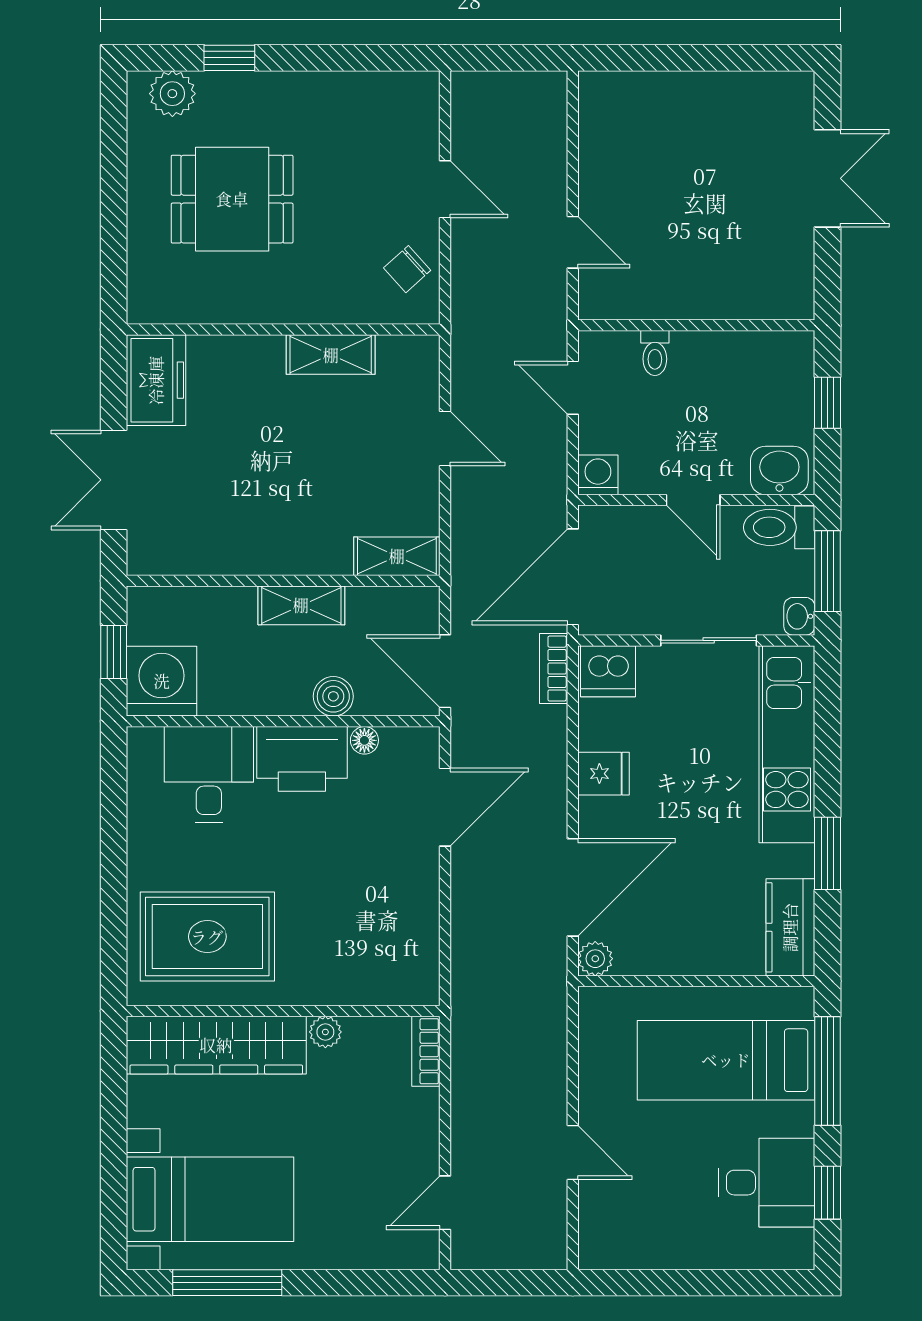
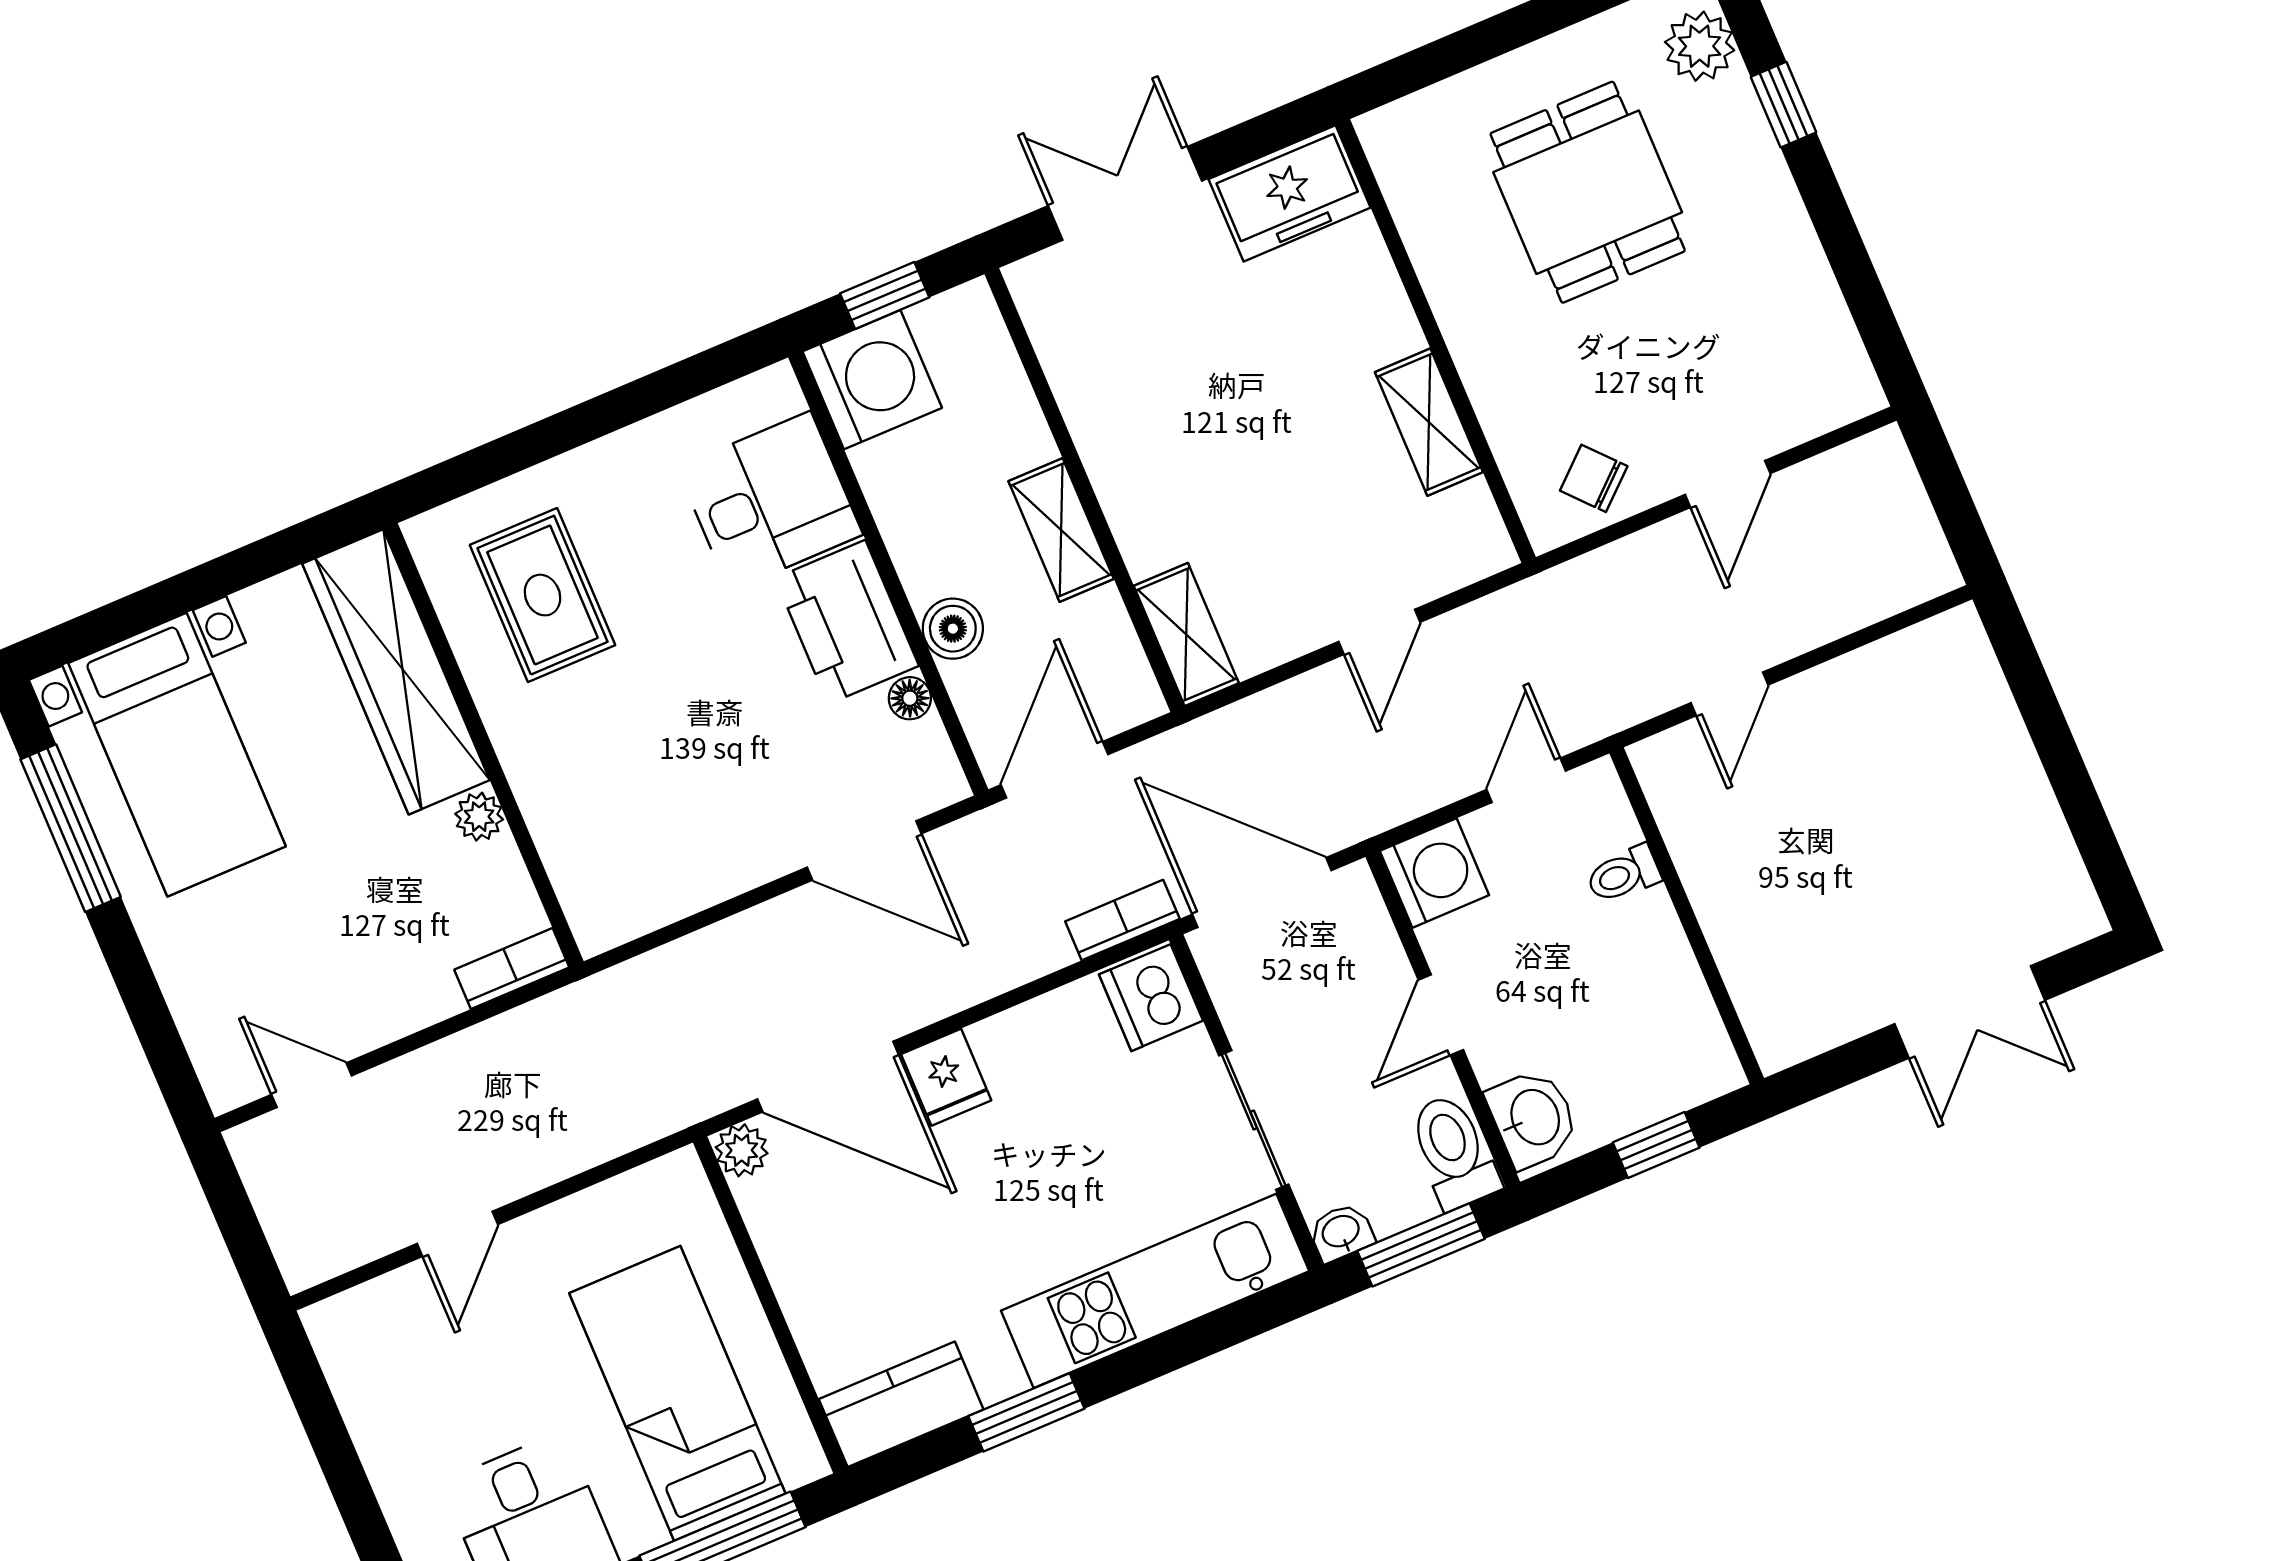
washing machine: (598, 475) -> (1434, 873), width x1.38, depth x1.38
fridge: (604, 774) -> (946, 1077), moved
rug: (207, 937) -> (542, 595), width x0.73, depth x0.70

